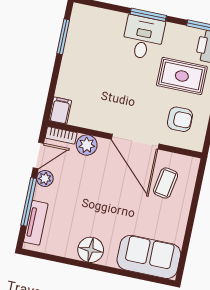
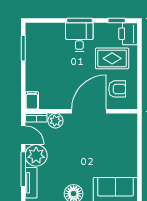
door: (135, 142) -> (89, 111), swing flipped
door: (38, 155) -> (23, 135), hinge flipped
plant: (45, 178) -> (36, 155), width x1.87, depth x1.87
coffee table: (166, 183) -> (116, 136), removed

